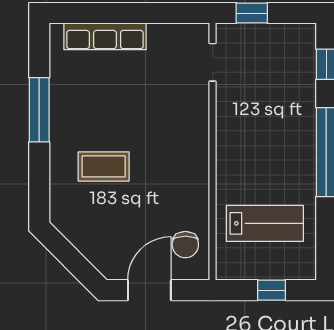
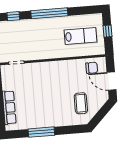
coffee table: (104, 166) -> (81, 103), moved
lab bench: (265, 223) -> (80, 36), turned 90

